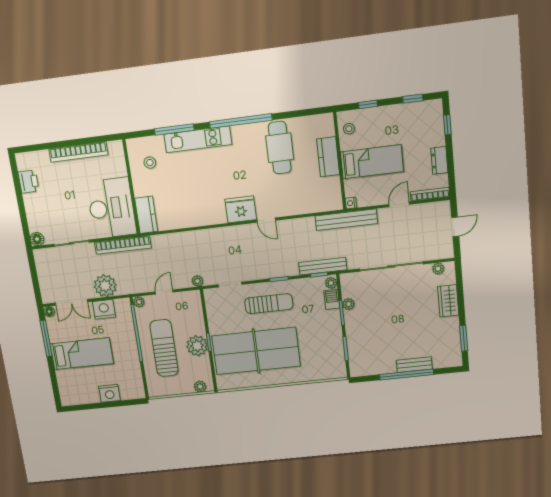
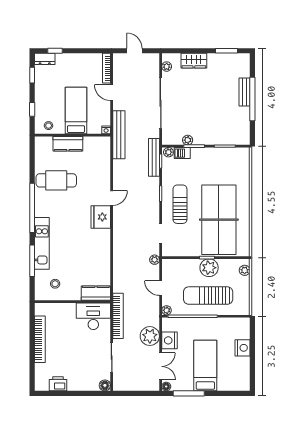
dresser: (439, 160) -> (45, 59), moved
desk: (111, 208) -> (93, 316), width x0.73, depth x0.77

